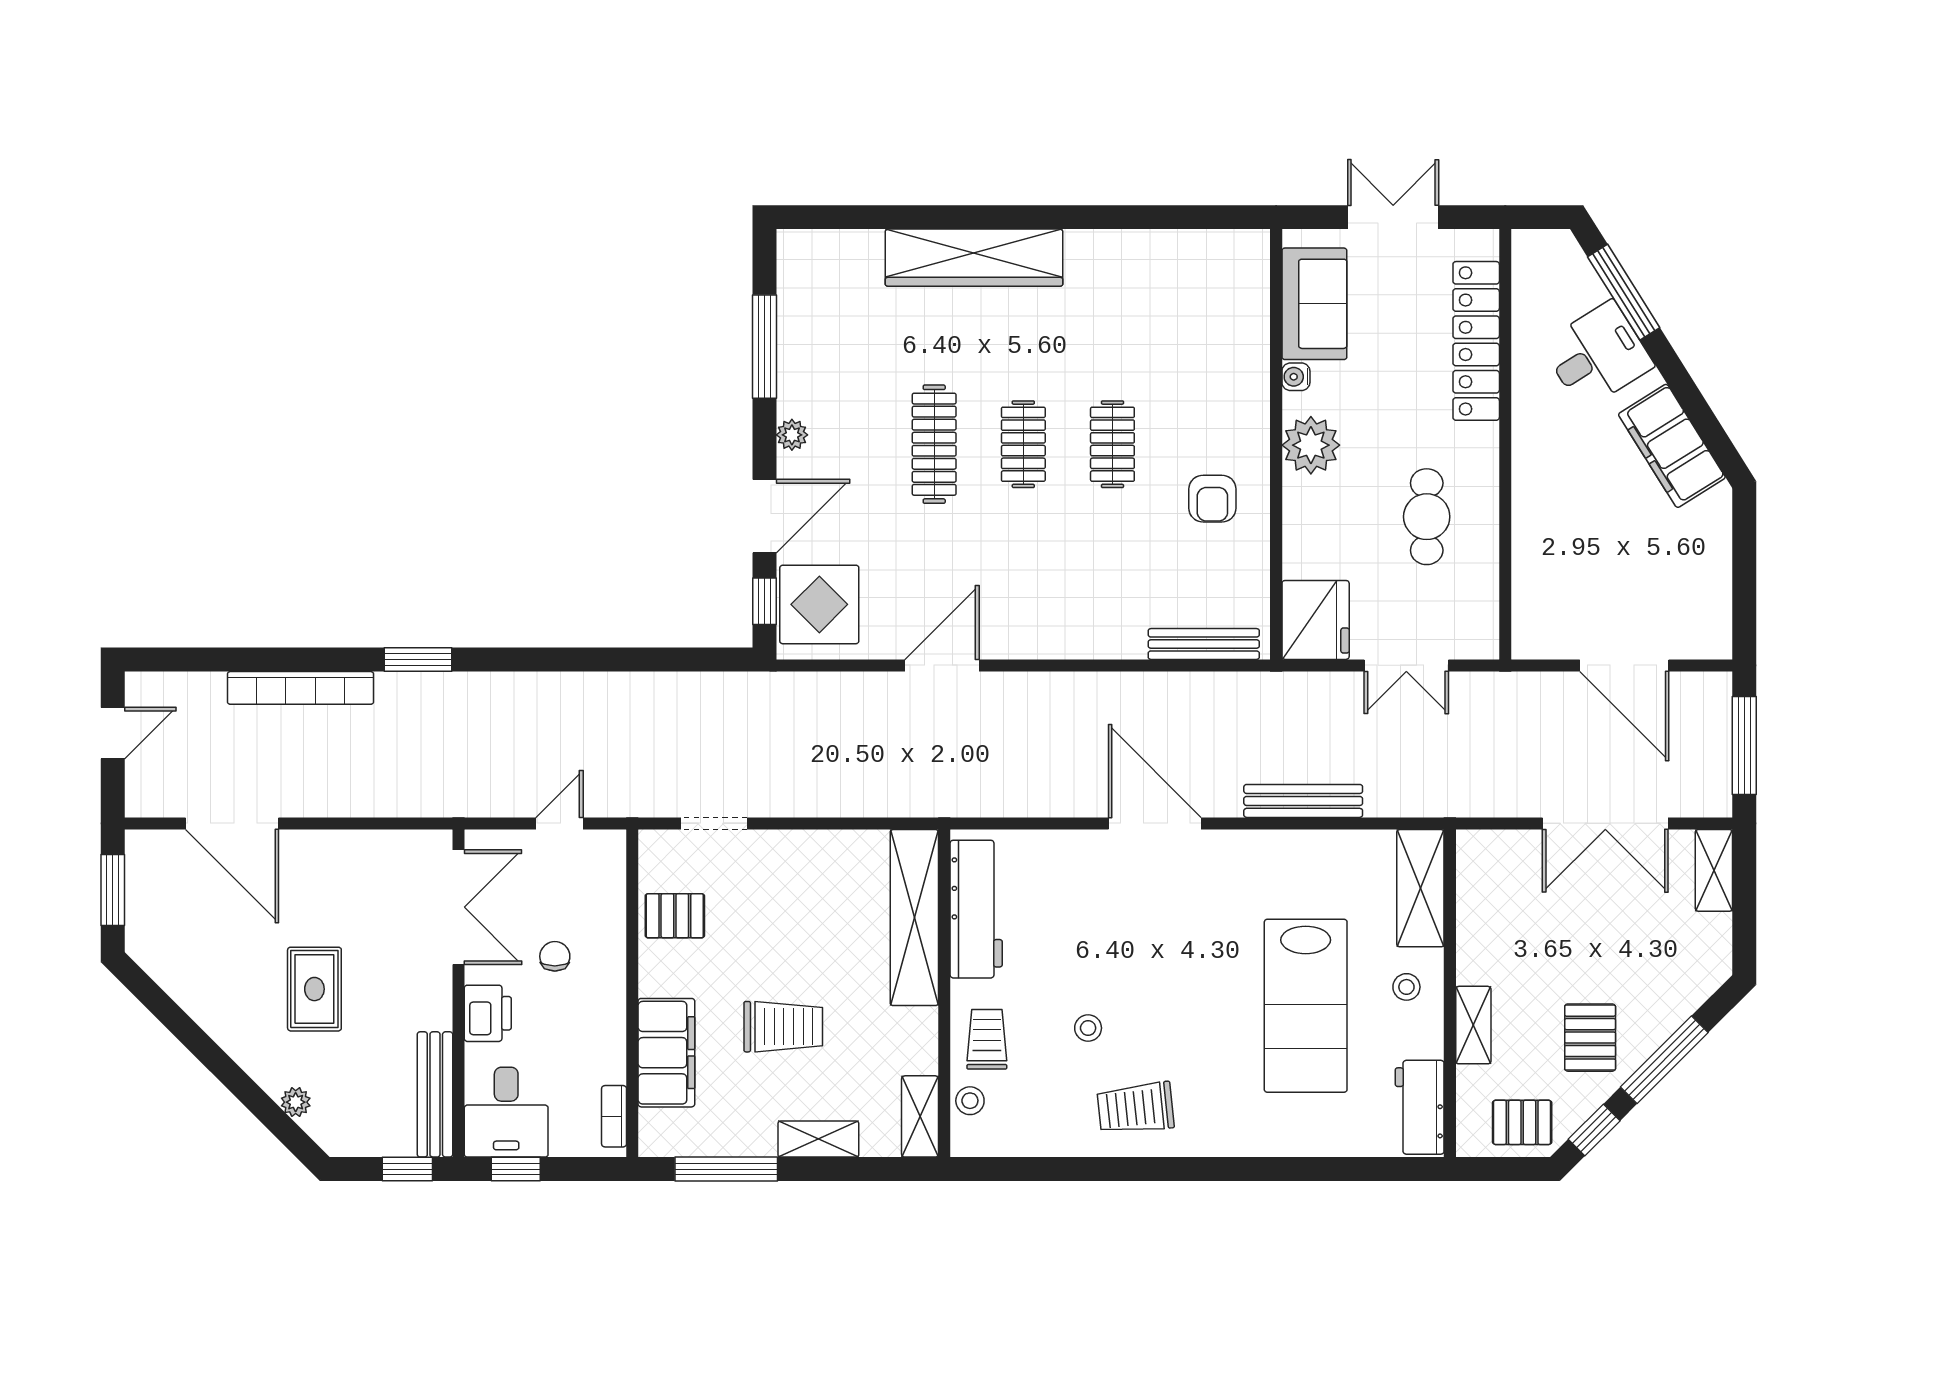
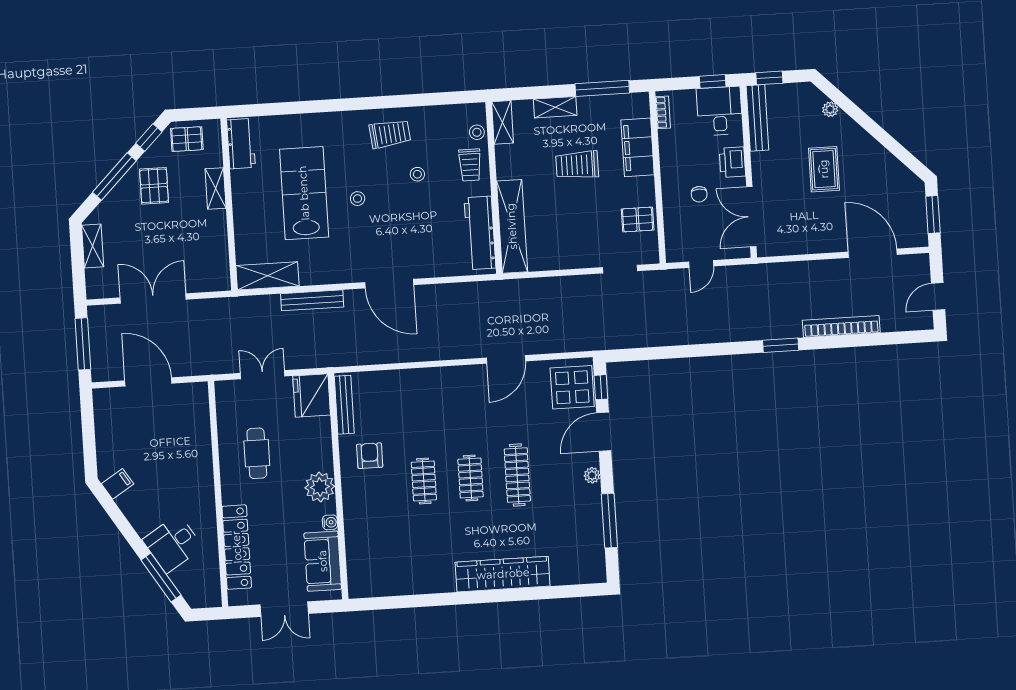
filing cabinet: (1672, 446) -> (118, 484), width x0.33, depth x0.86
bench: (1204, 644) -> (344, 405), moved, turned 90
shelving: (1714, 870) -> (93, 246), moved
shelving: (1420, 888) -> (267, 276), moved, turned 90
stool: (1406, 987) -> (358, 199), moved

